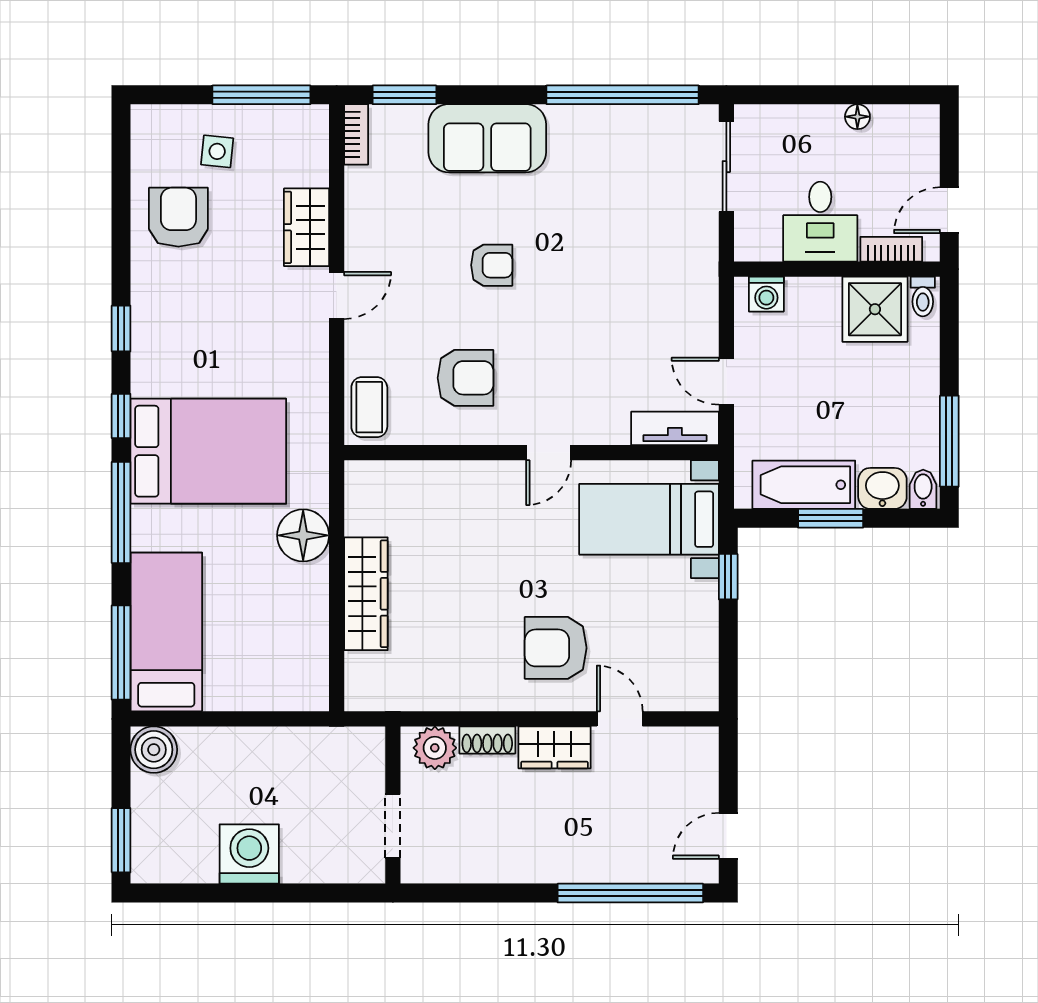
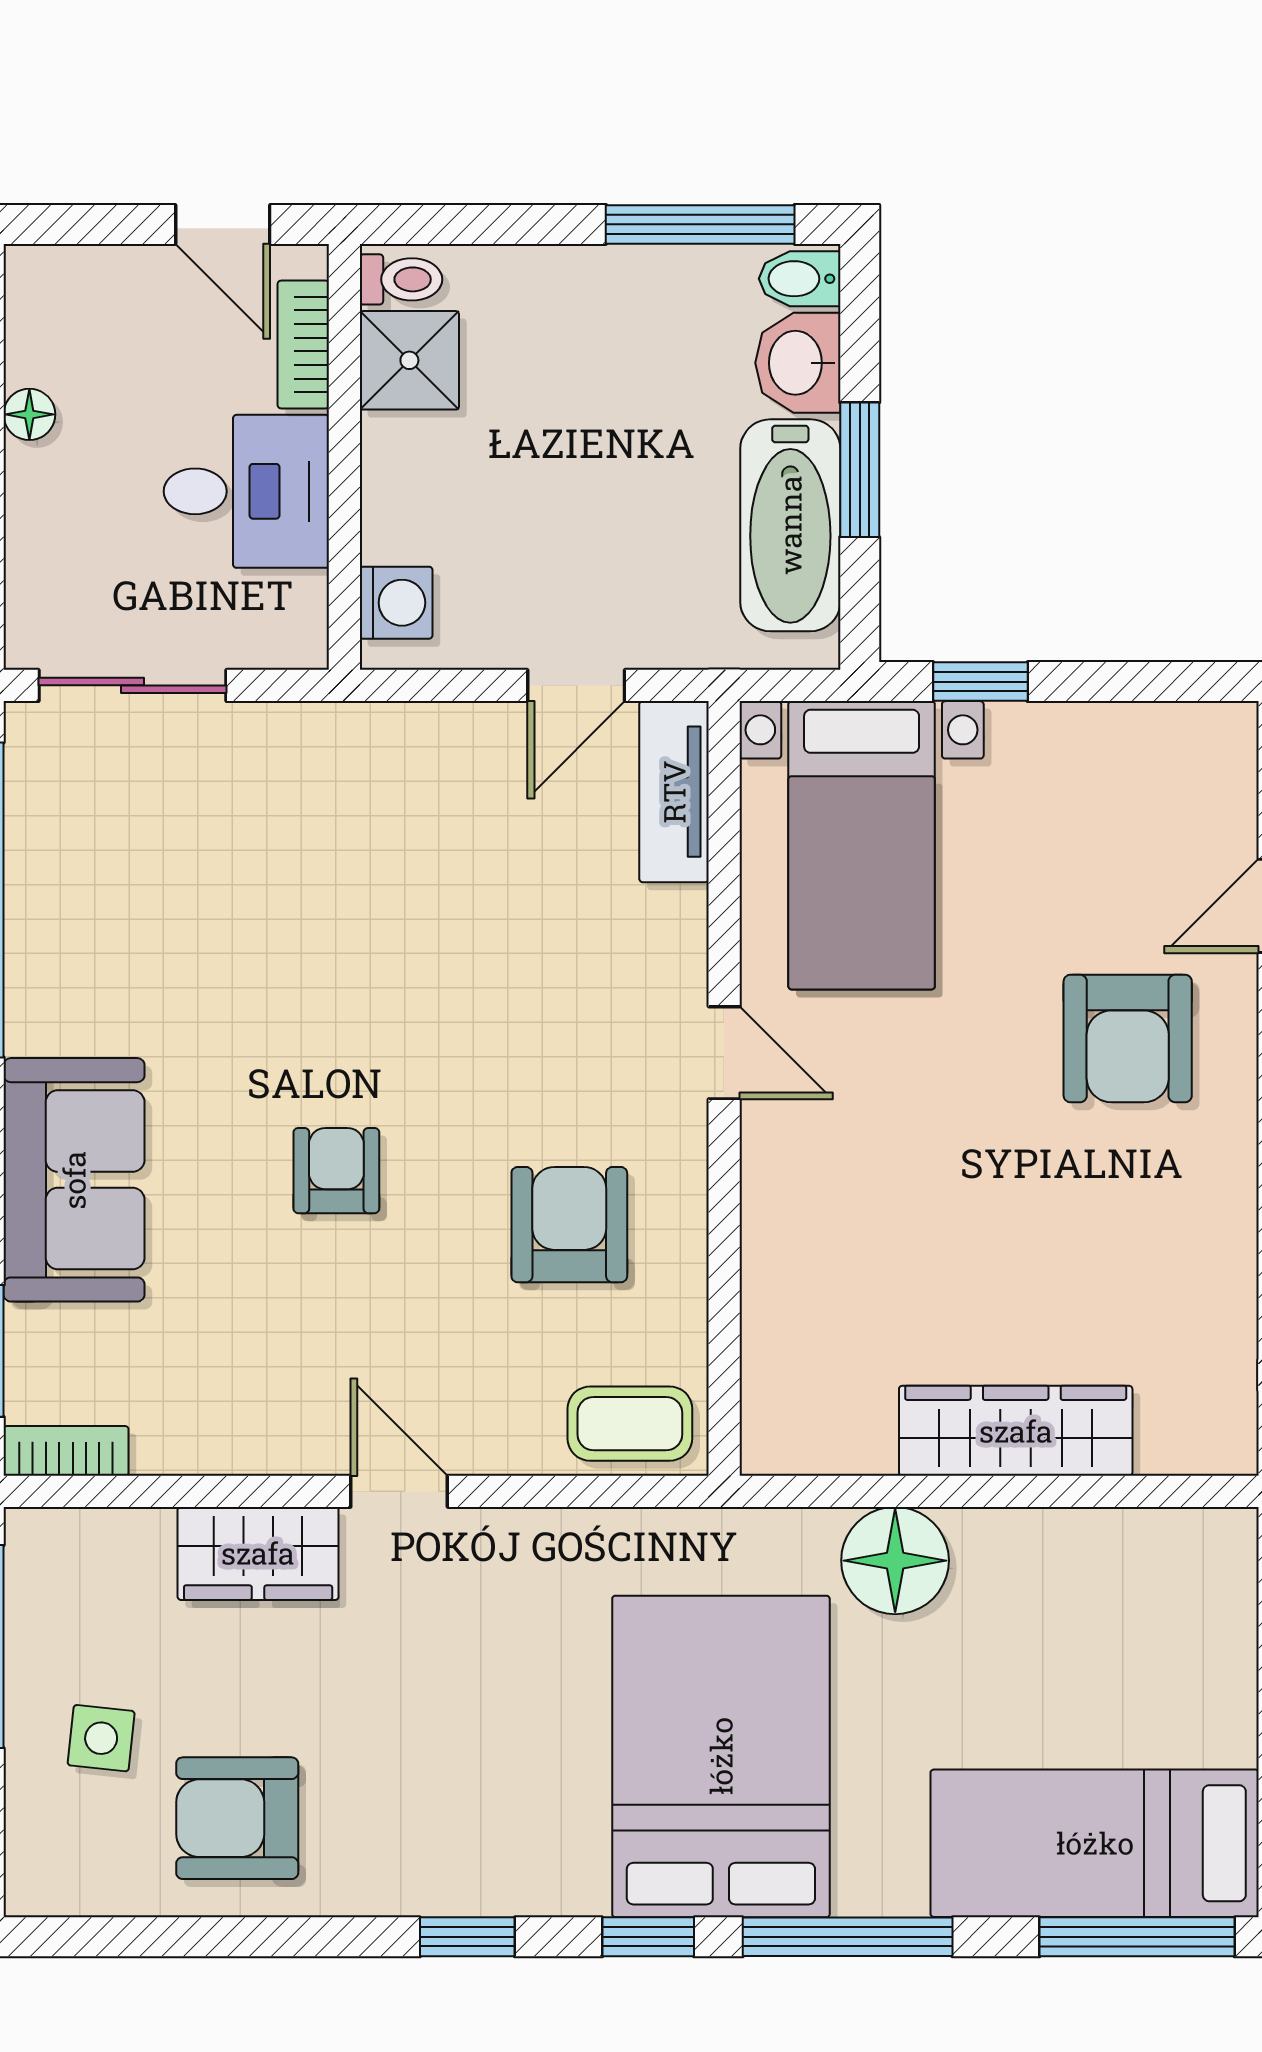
shower: (875, 309) -> (409, 360), width x0.73, depth x0.73

